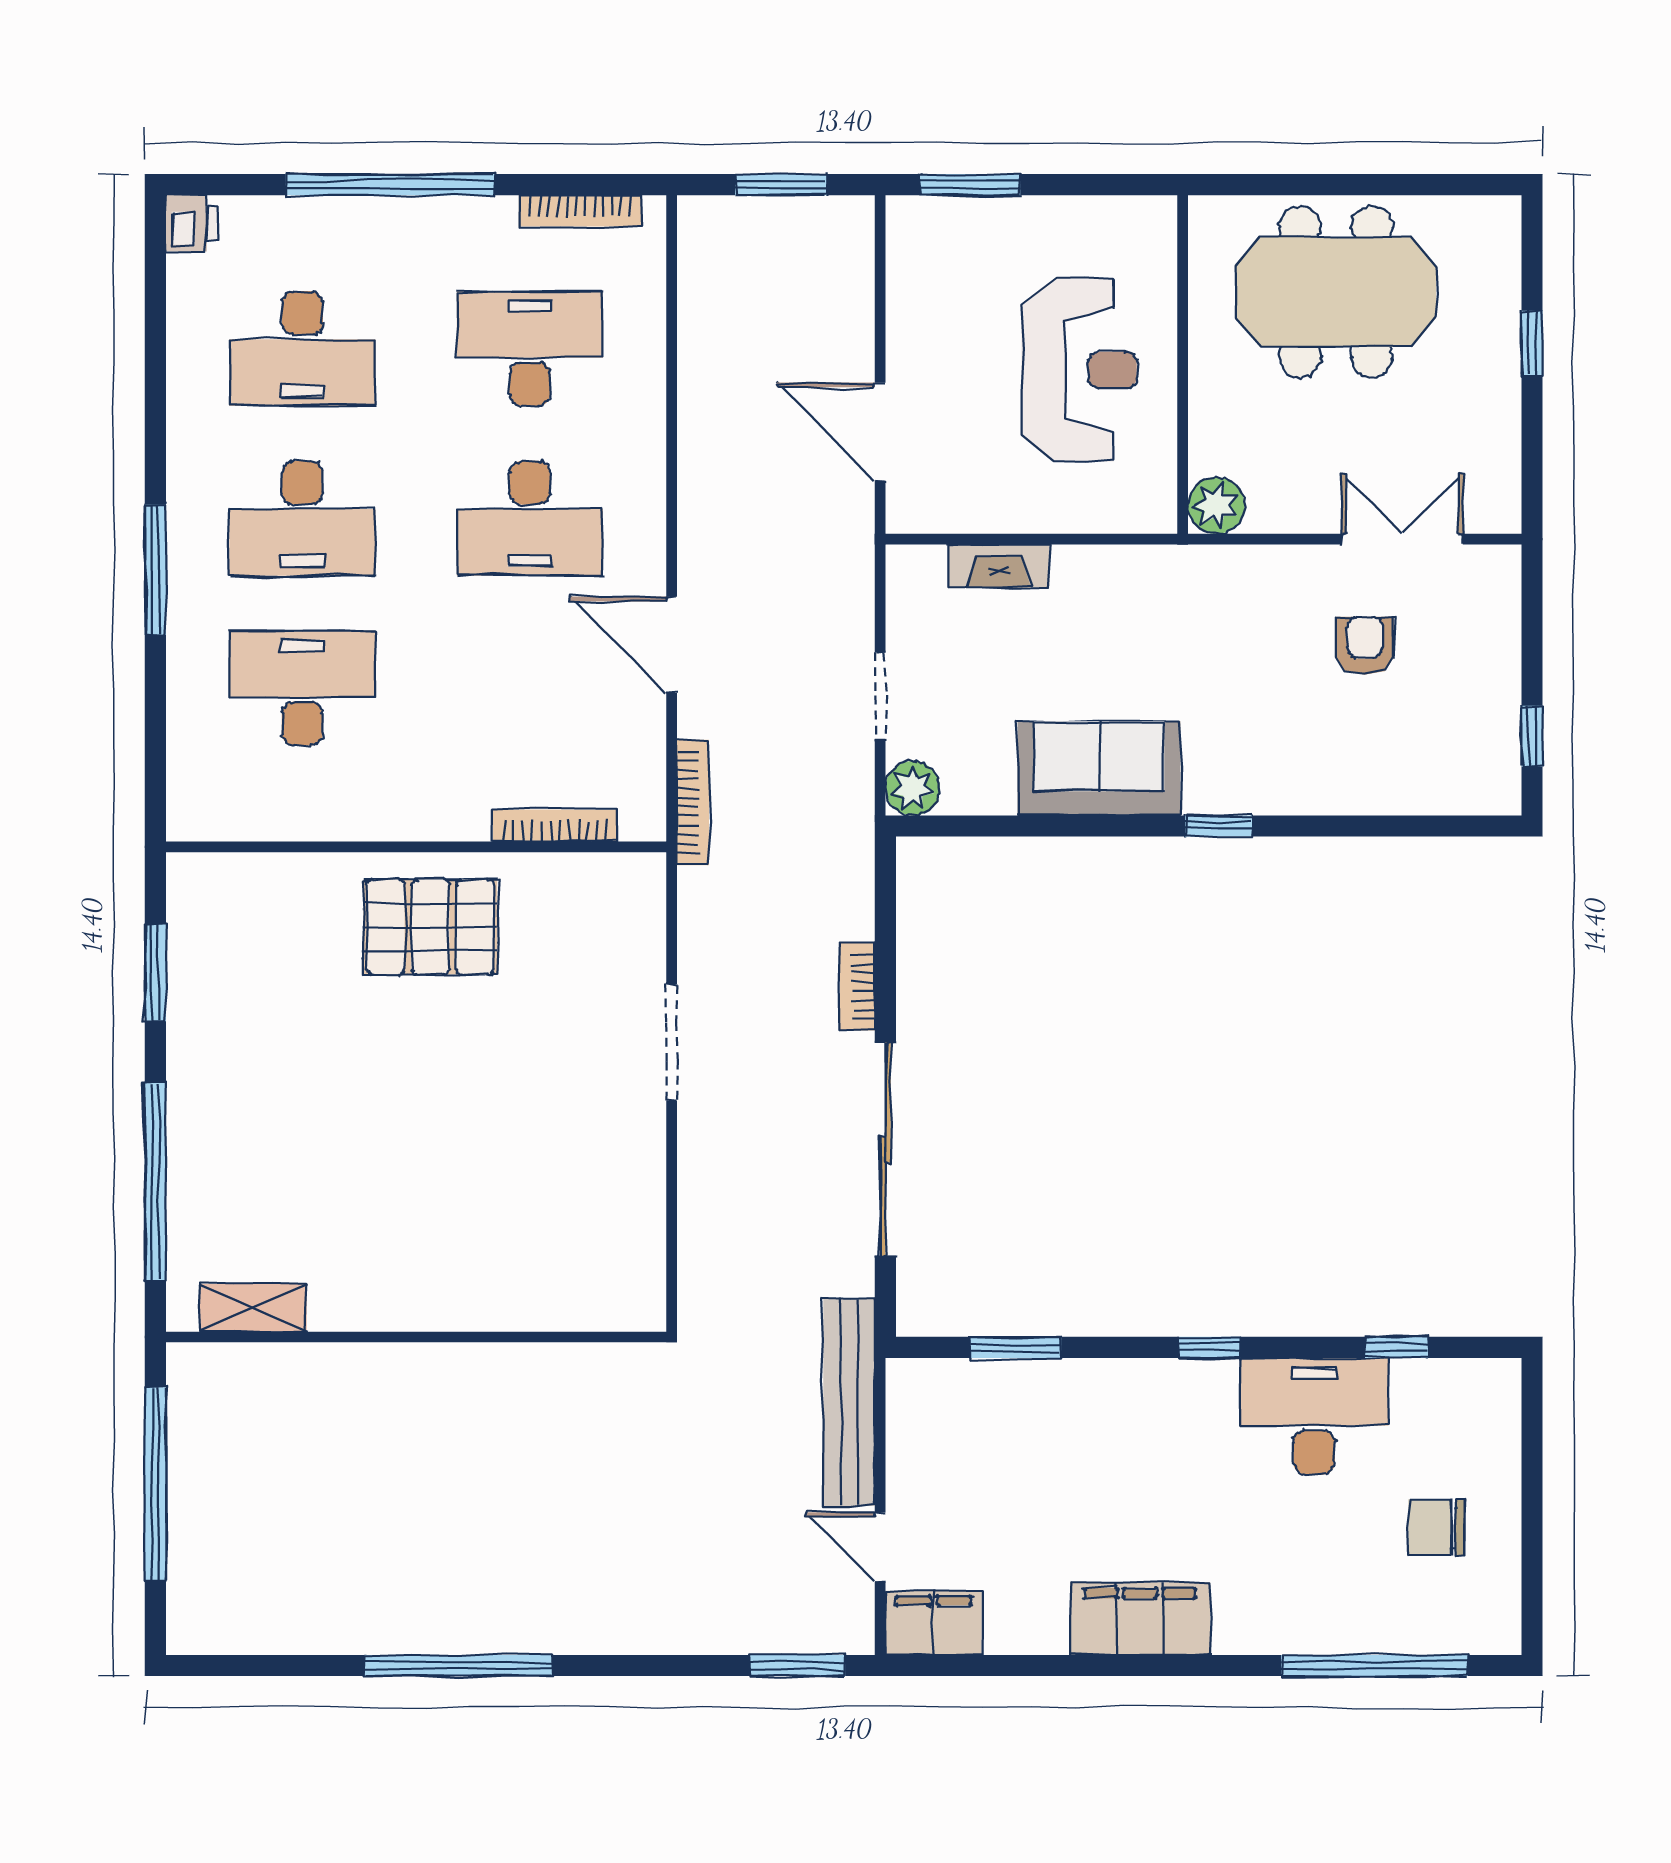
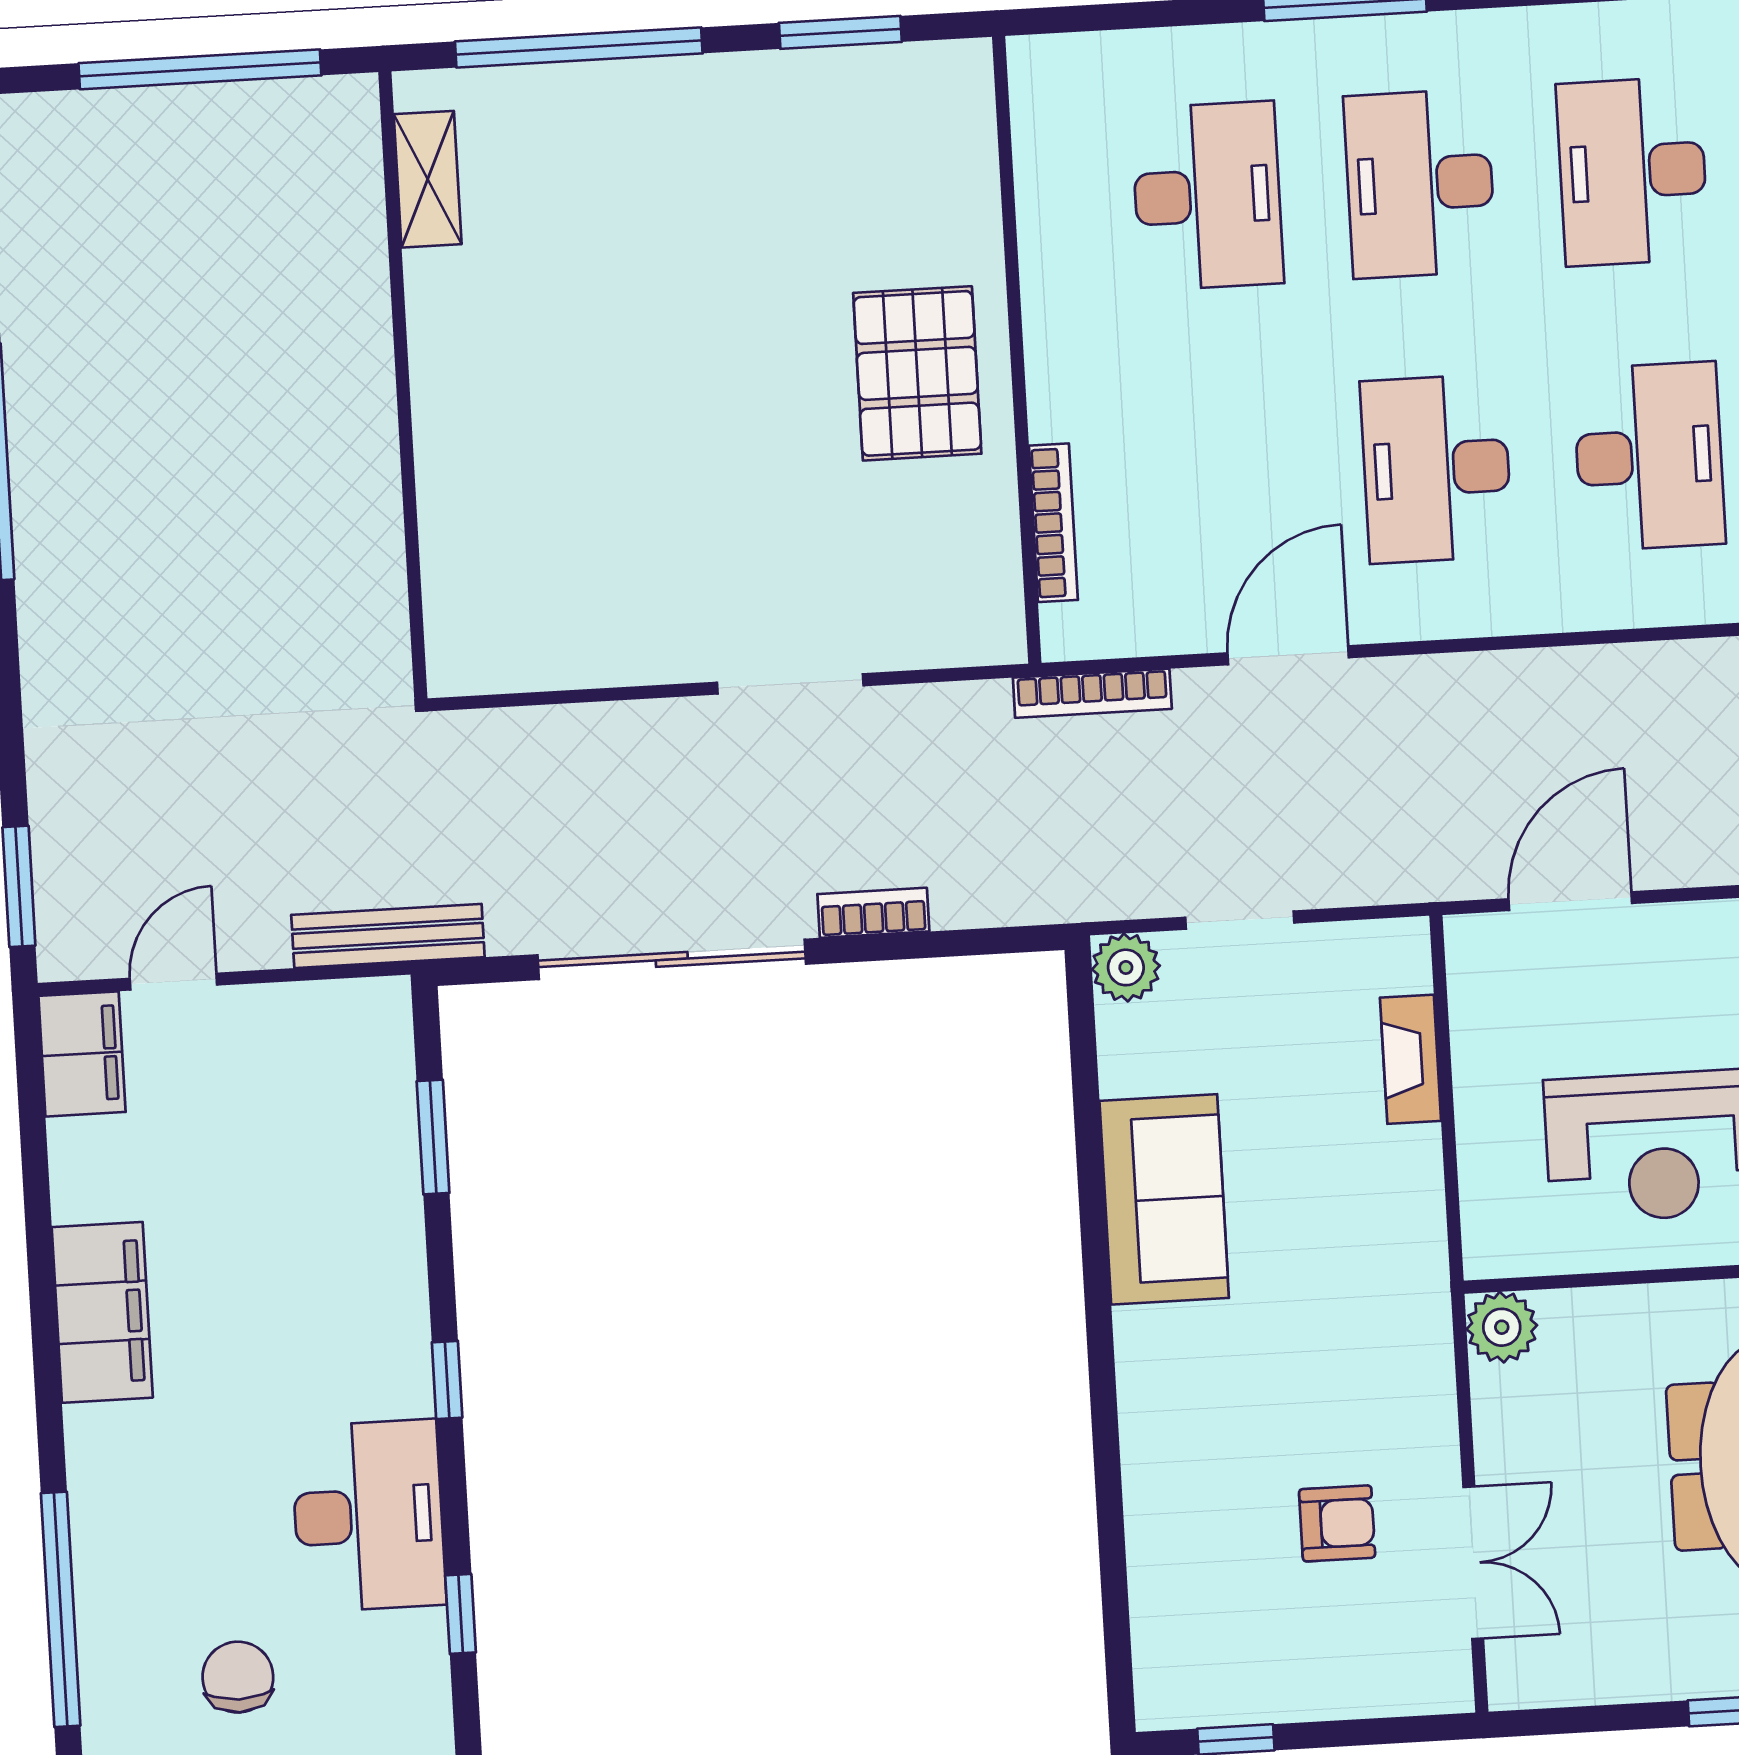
window: (1219, 826) -> (1101, 1353), removed
bench: (849, 1402) -> (388, 936), width x0.73, depth x0.82

